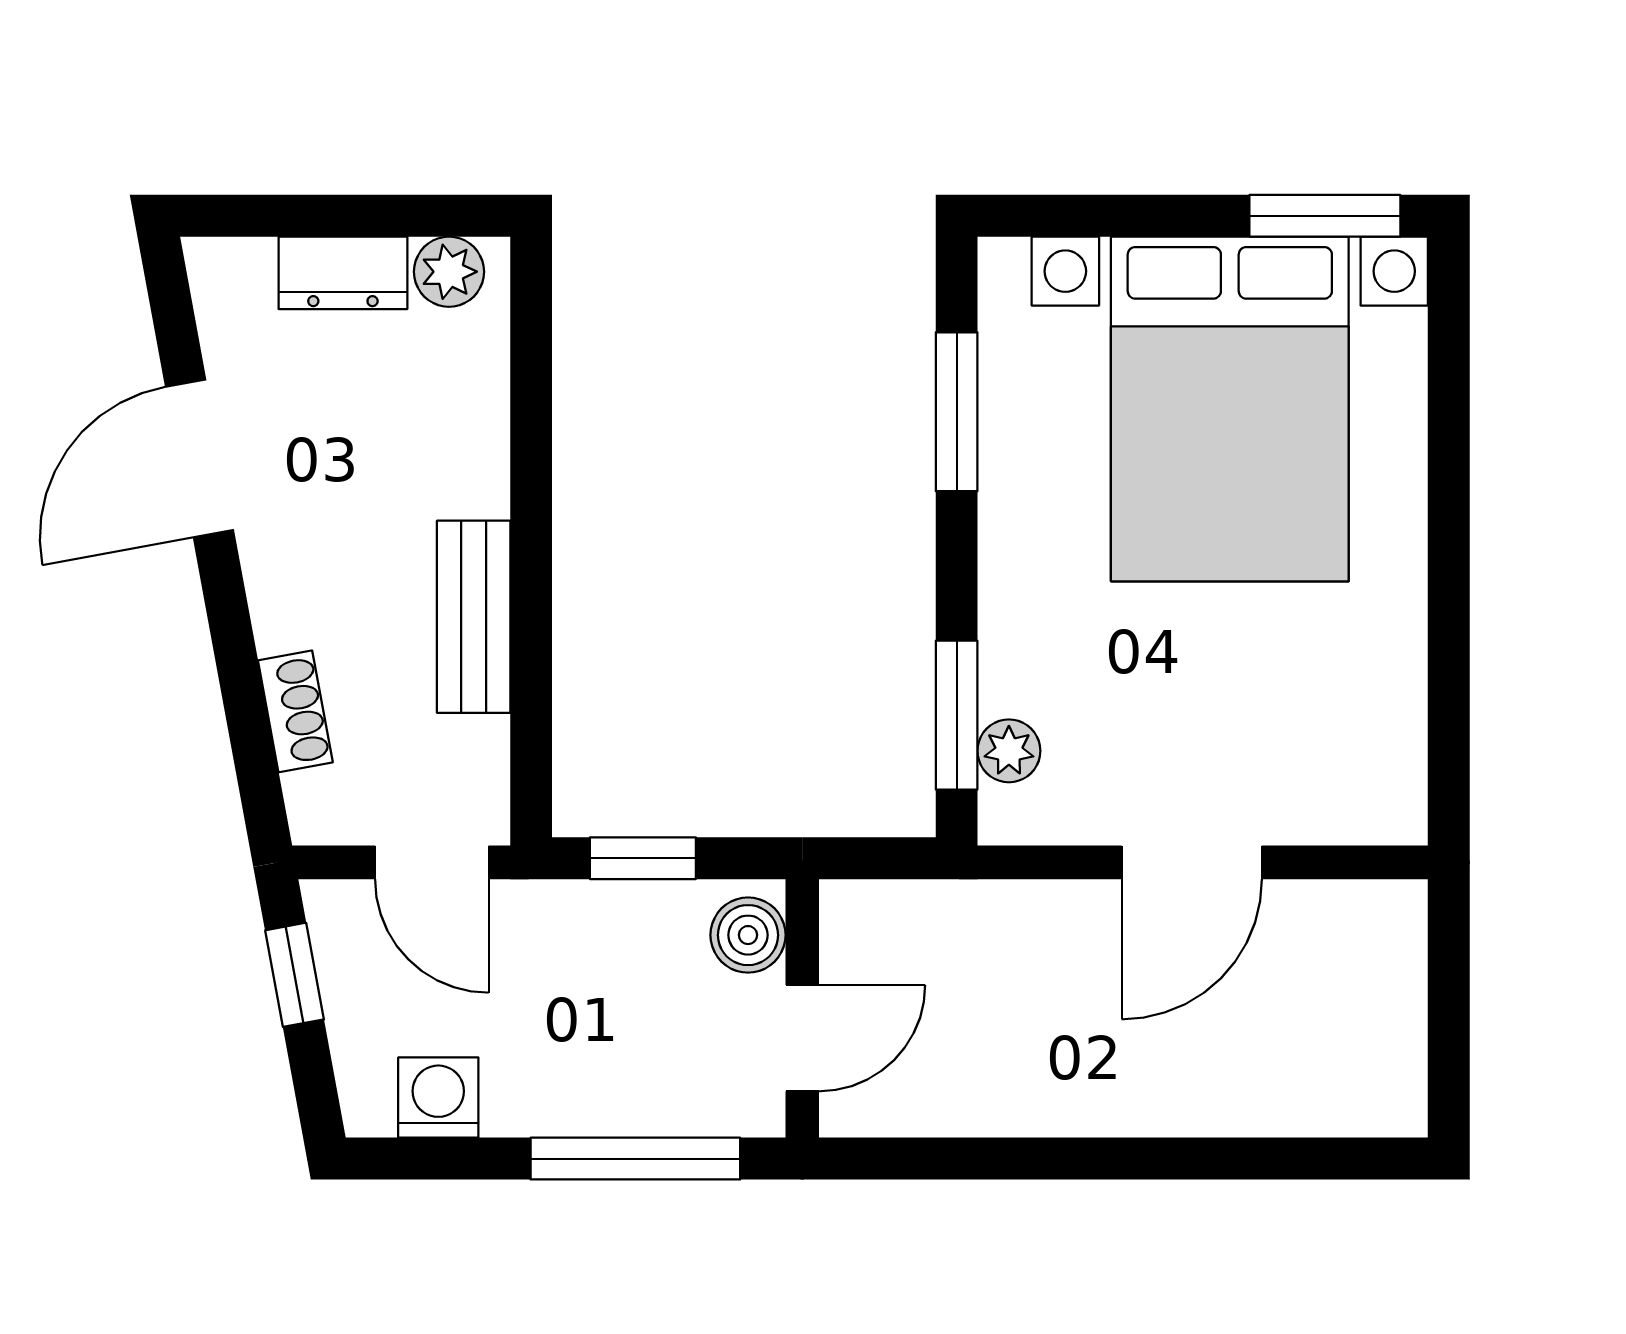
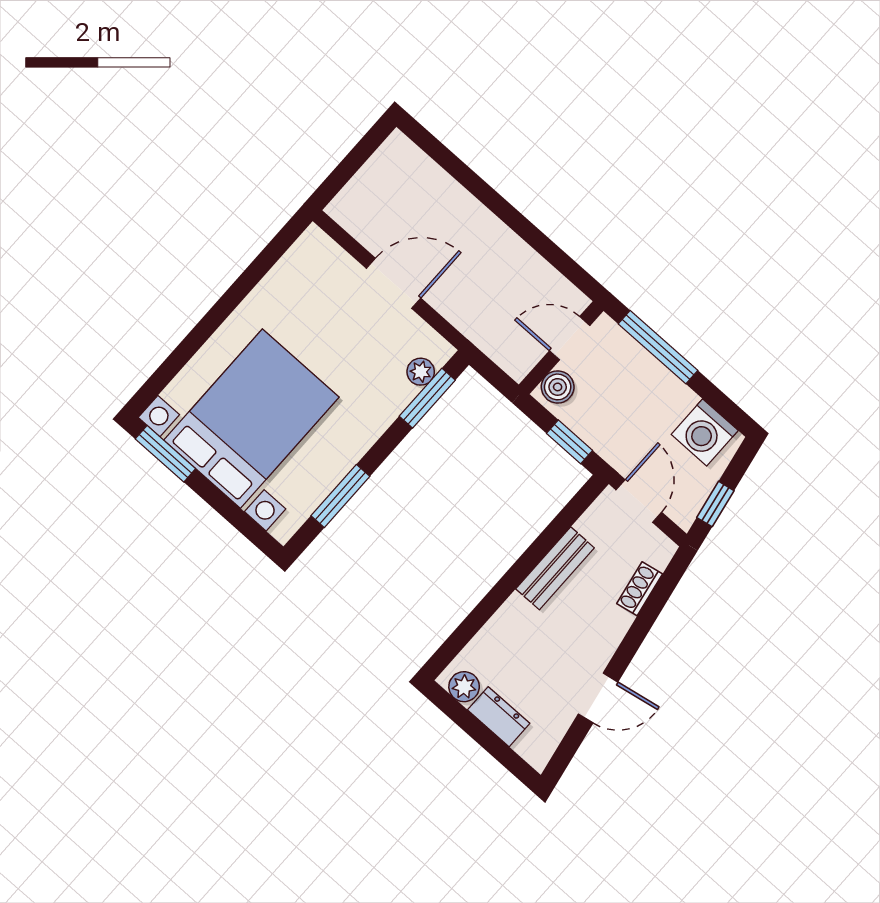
door: (199, 458) -> (598, 698), width x0.73
washing machine: (438, 1098) -> (705, 432), width x1.38, depth x1.38

